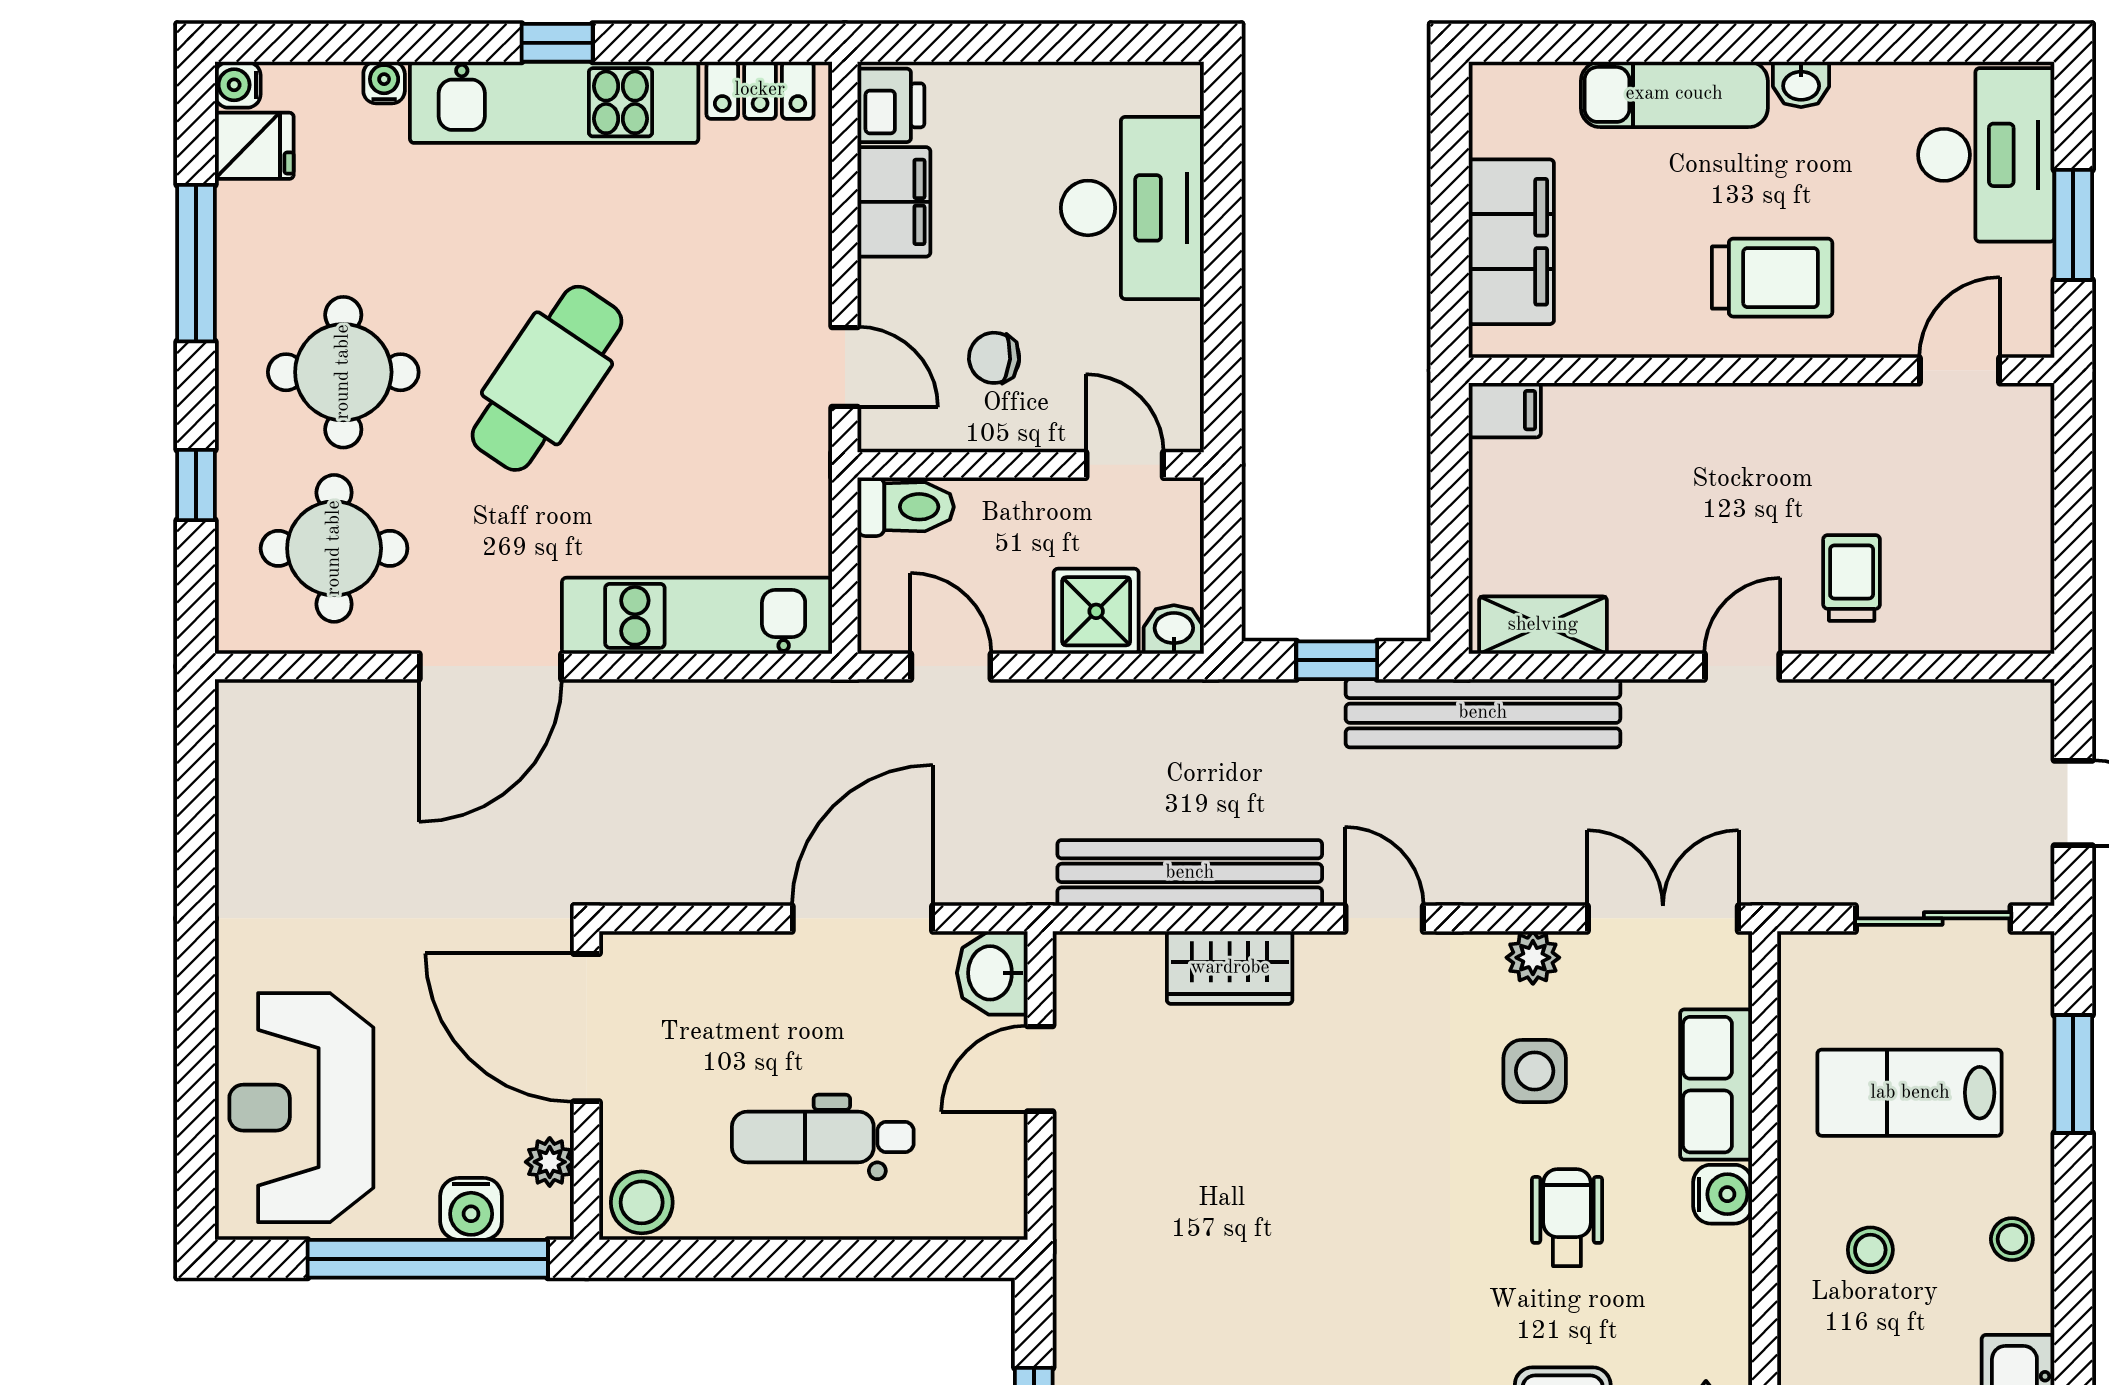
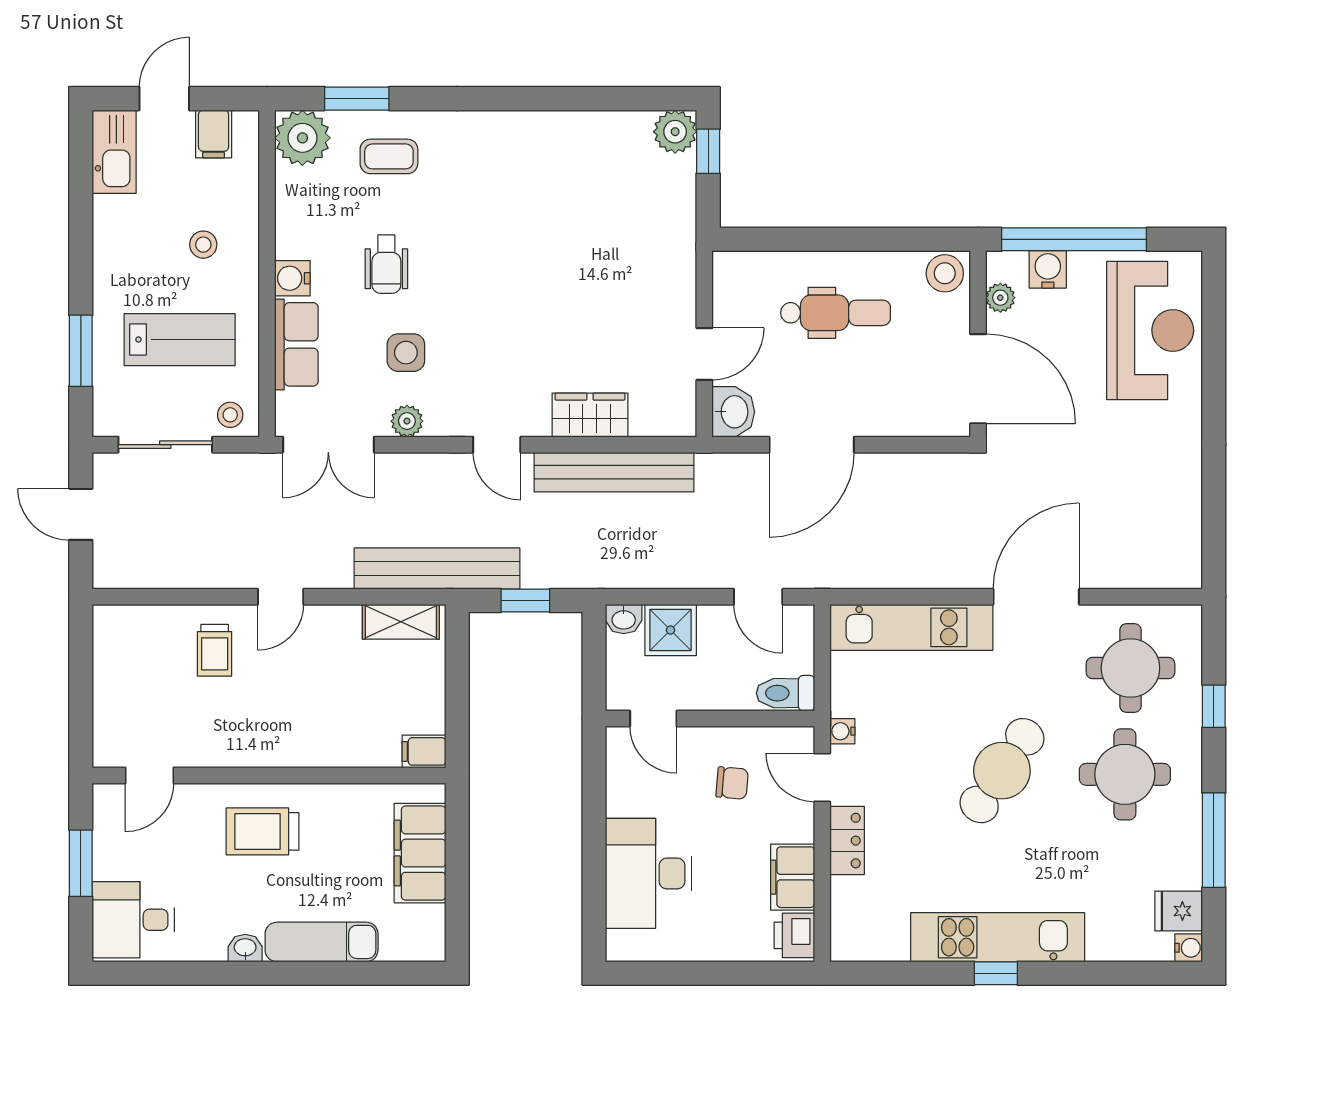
water cooler: (384, 82) -> (842, 731), moved, turned 90
locker: (760, 90) -> (847, 841), moved, turned 90
desk: (1986, 155) -> (133, 920), width x0.73
stool: (2012, 1239) -> (230, 415), moved

